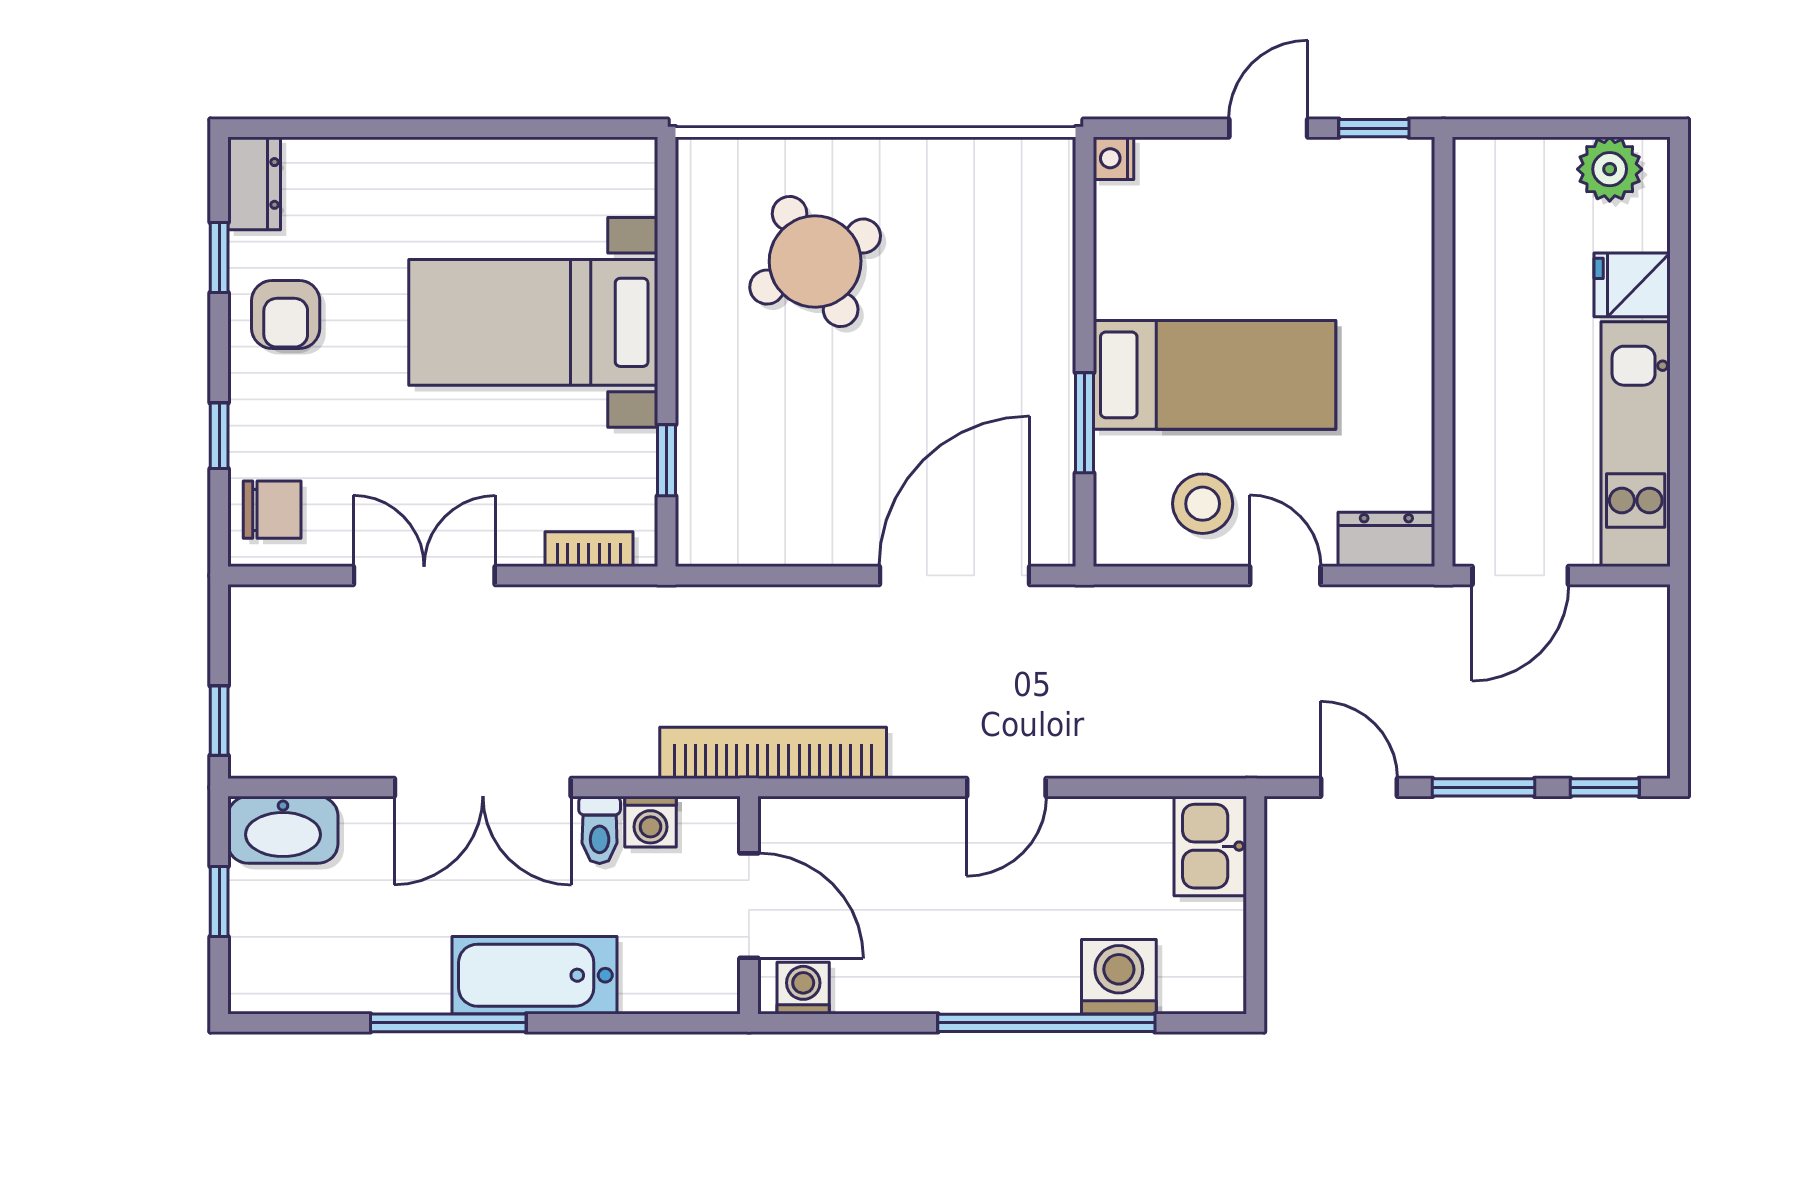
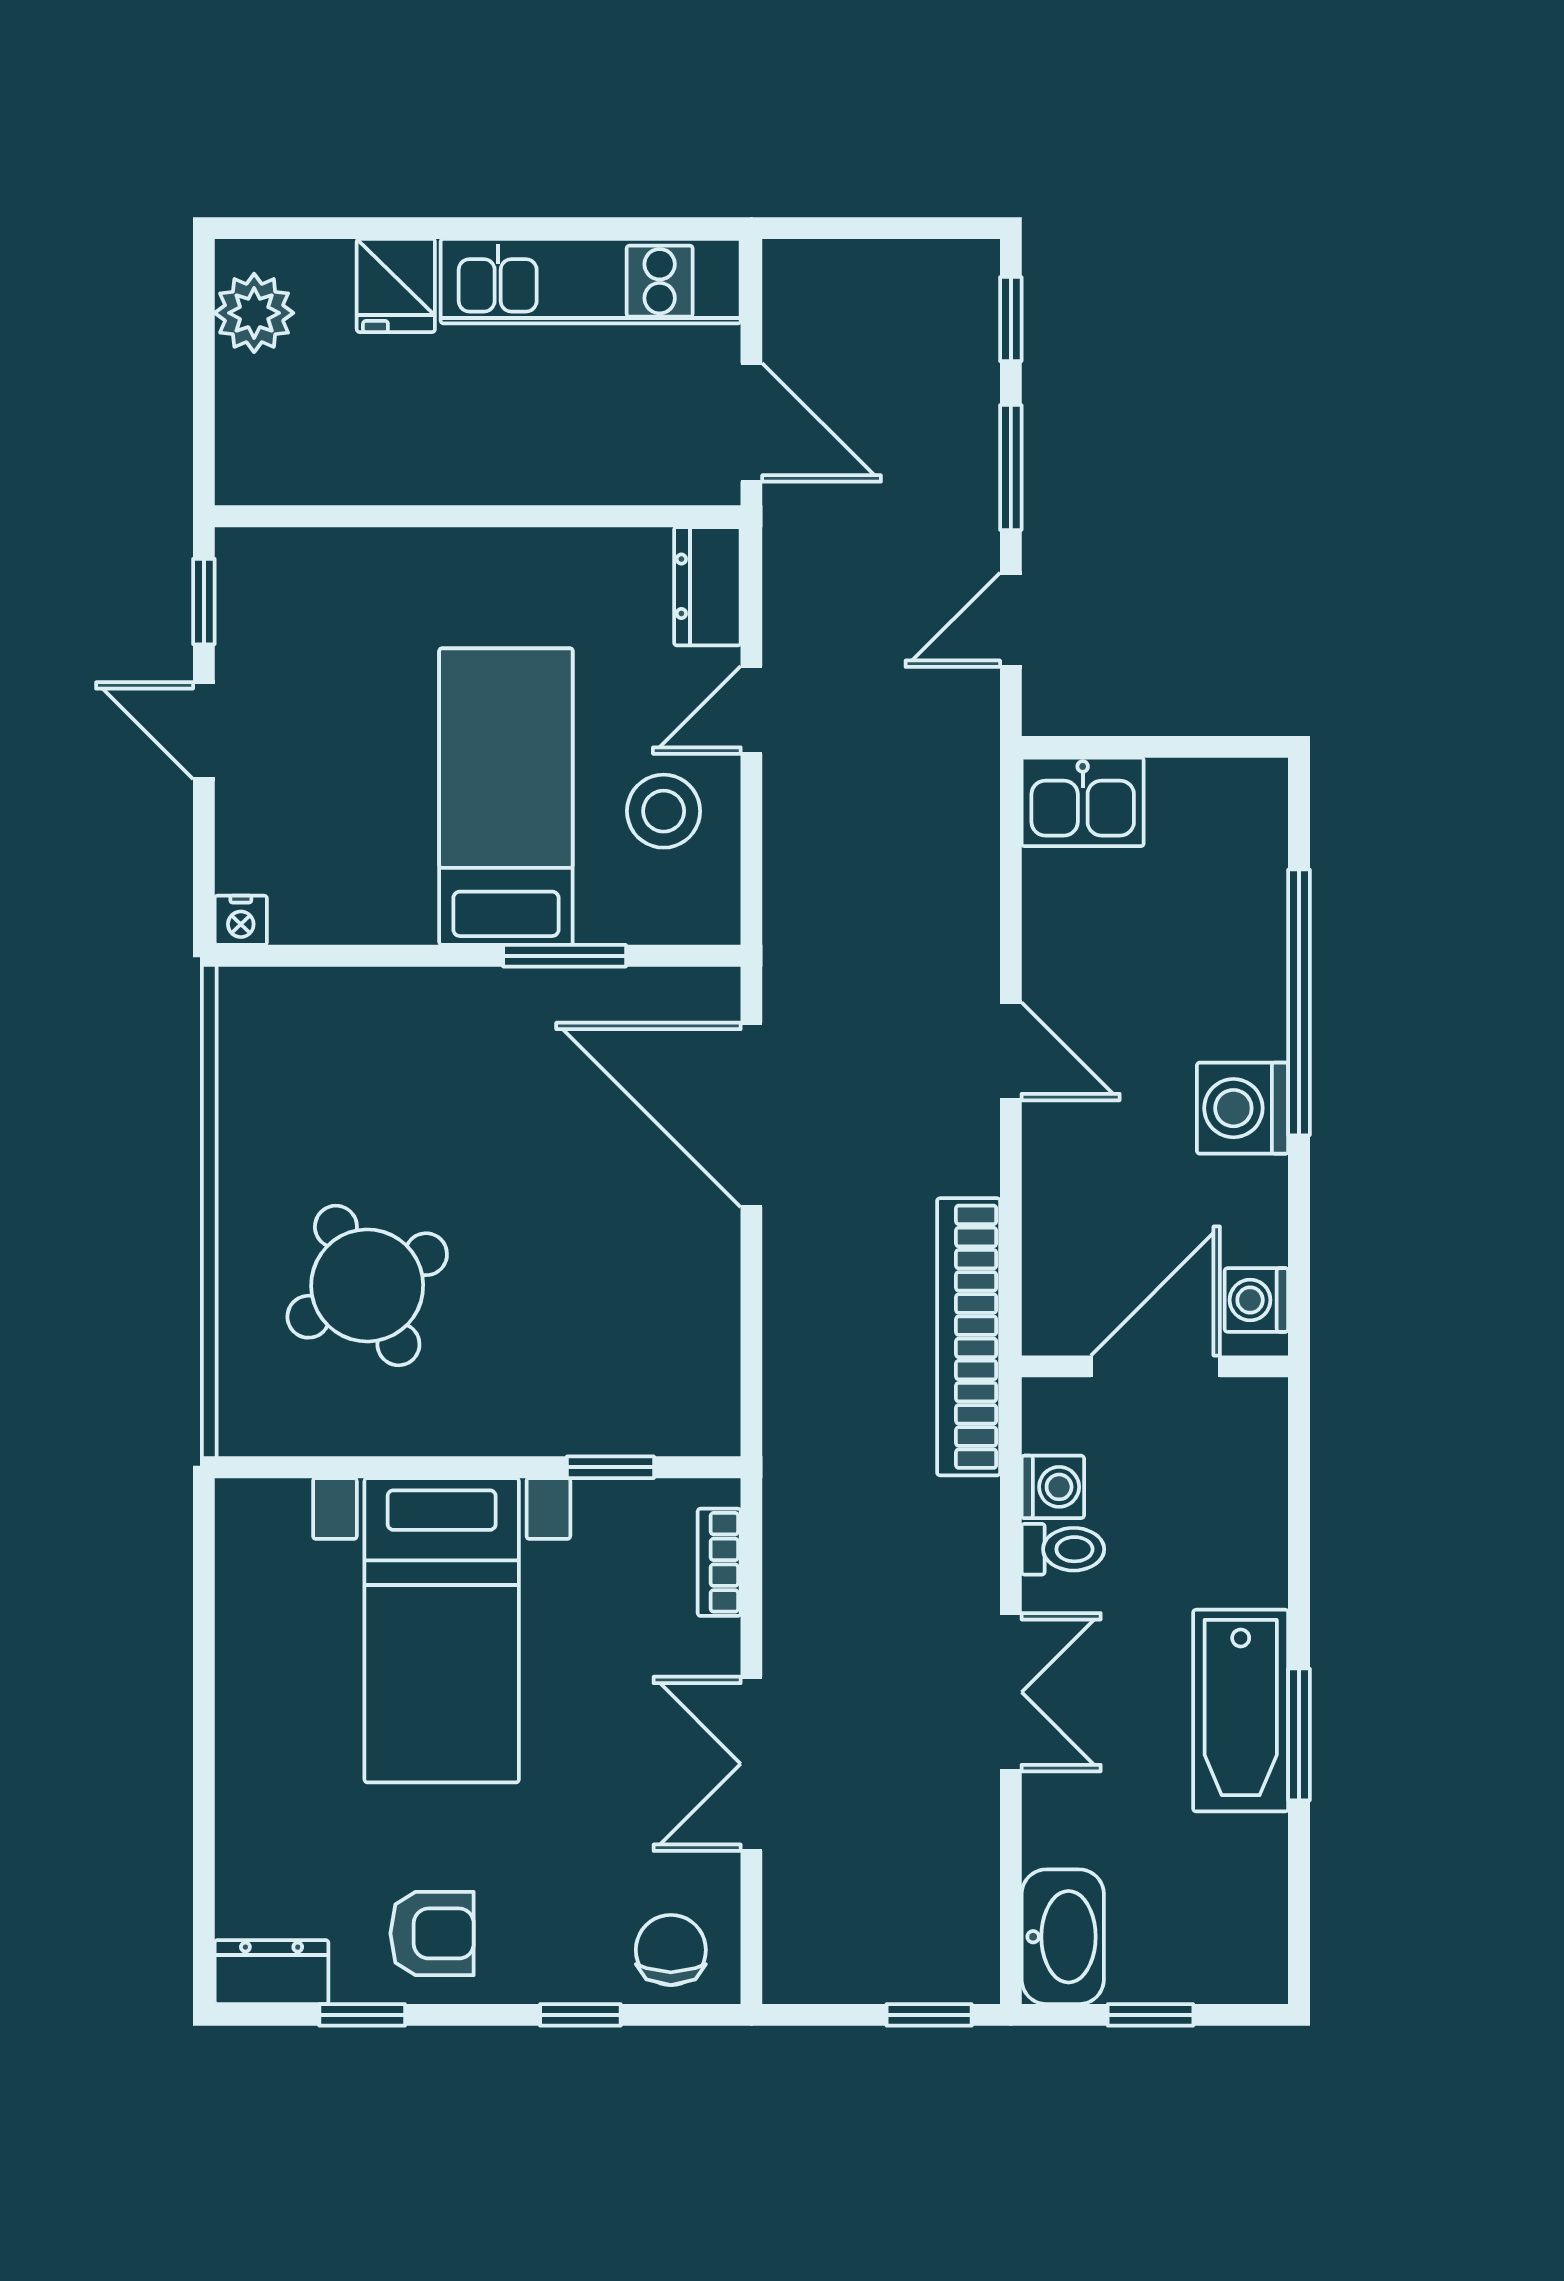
double door: (483, 787) -> (1011, 1692), width x0.73
bathtub: (534, 975) -> (1241, 1711), moved
washing machine: (1119, 977) -> (1243, 1108), moved
window: (448, 1023) -> (1299, 1734), width x0.69

